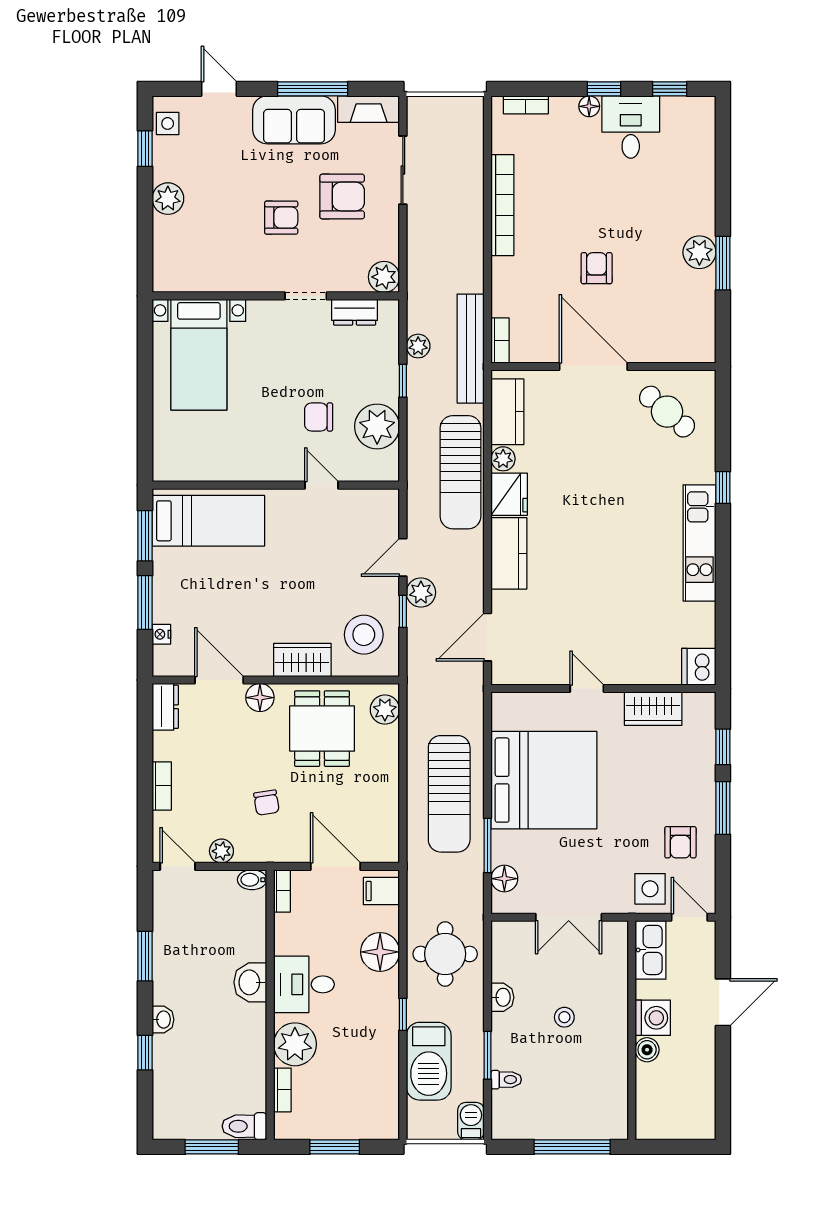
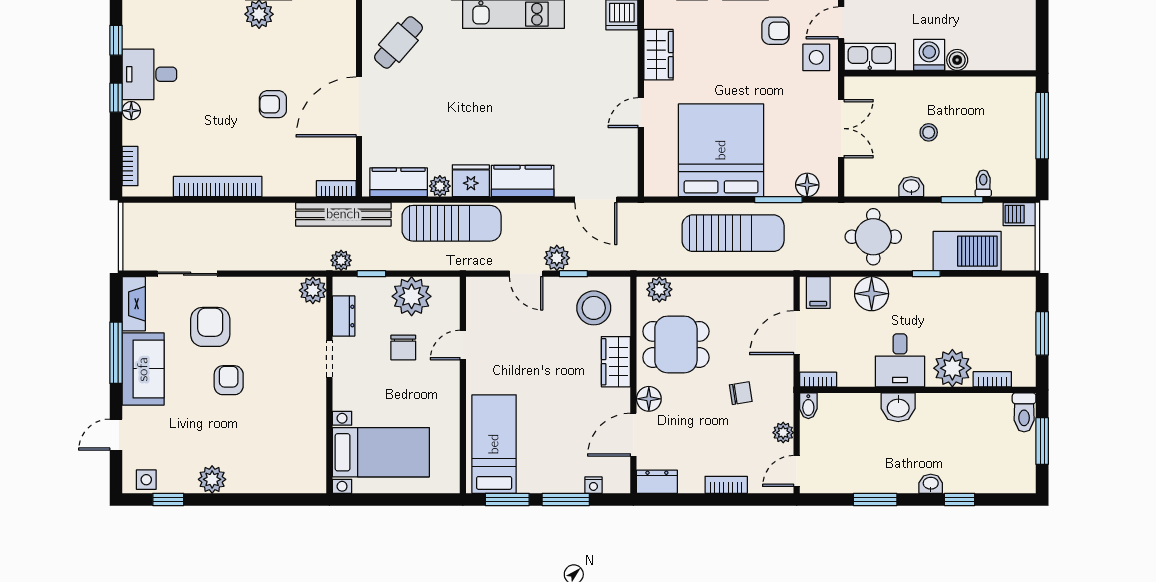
plant: (384, 277) -> (313, 290), moved
wall: (276, 296) -> (329, 385), moved
doorway: (306, 296) -> (329, 359), moved
dresser: (355, 312) -> (344, 316), moved
bed with nightstands: (199, 355) -> (381, 452), moved

